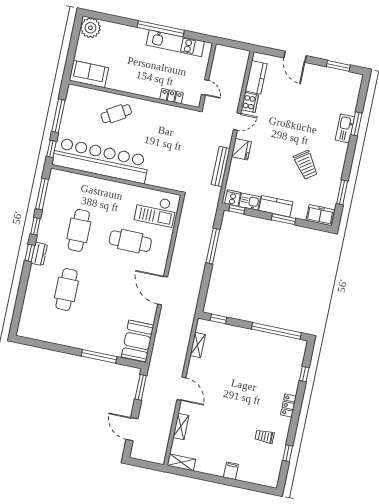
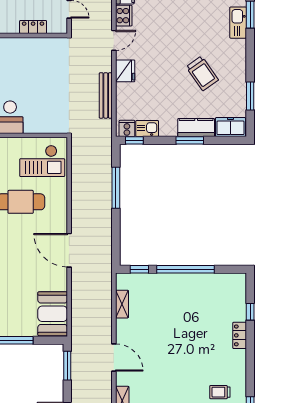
kitchen counter: (276, 206) -> (196, 128), moved
window: (276, 331) -> (186, 269), moved
locker: (288, 406) -> (240, 335), moved

